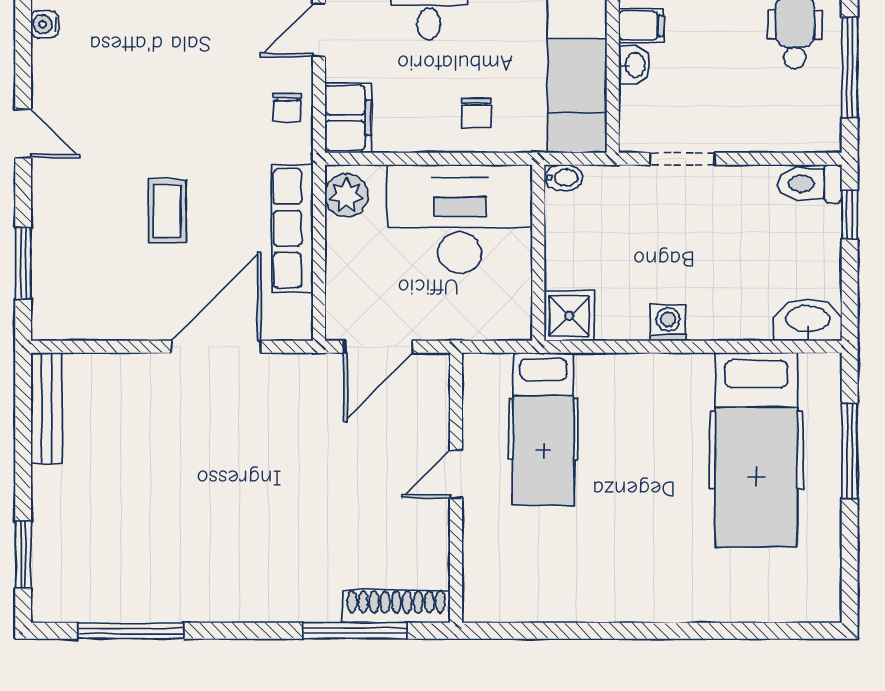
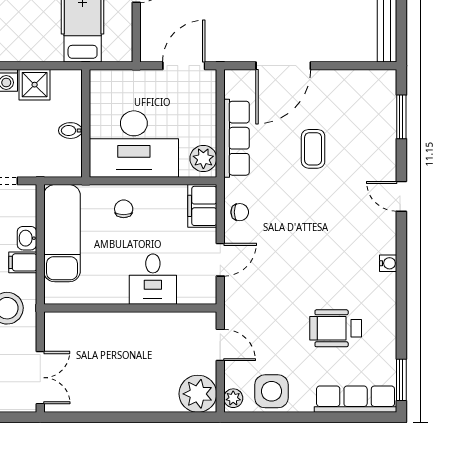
chair: (287, 108) -> (240, 212), turned 90
bidet: (563, 178) -> (70, 131), moved
shower: (569, 316) -> (35, 85), moved

